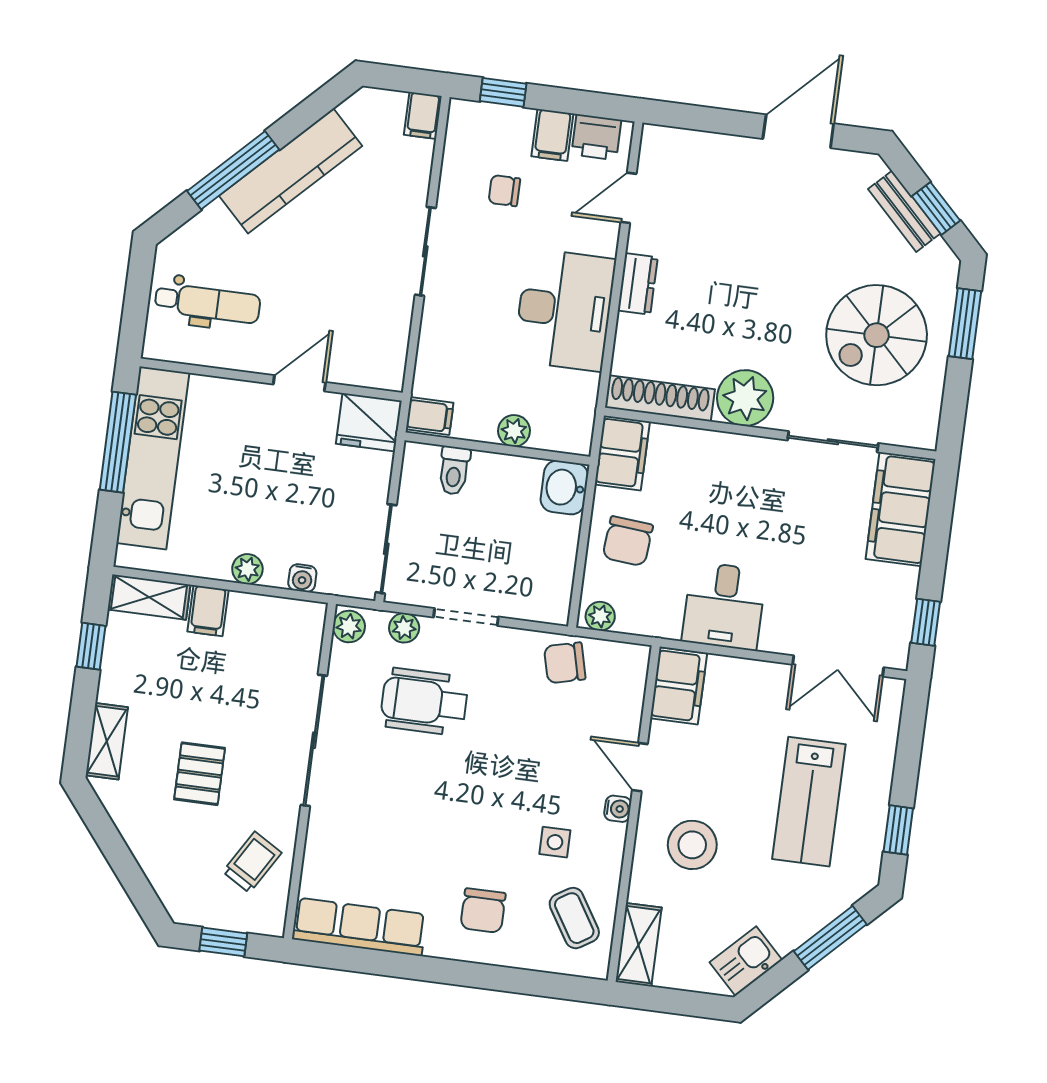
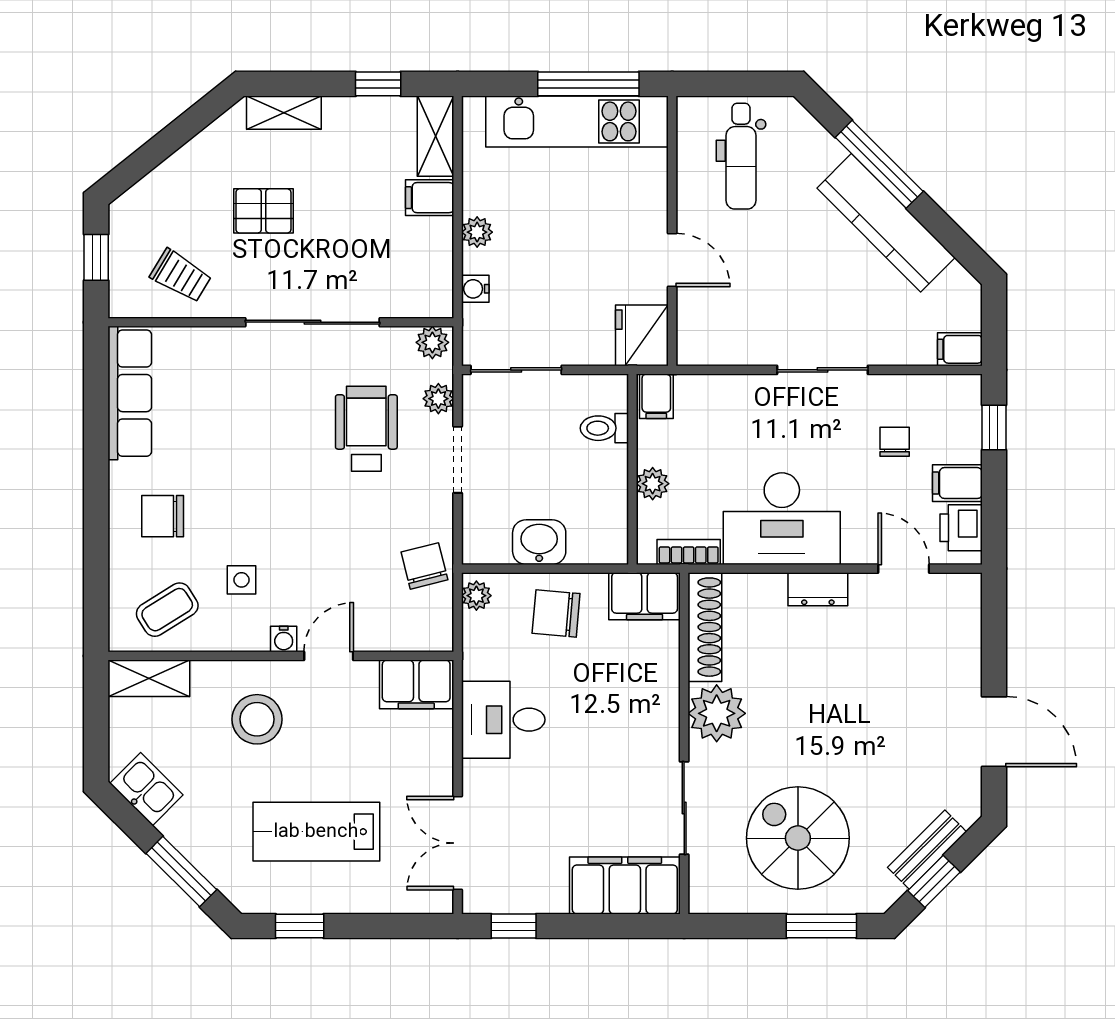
bookcase: (585, 405) -> (689, 552), added
washbasin: (564, 487) -> (539, 542), moved

